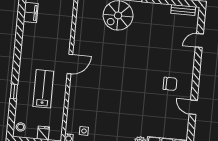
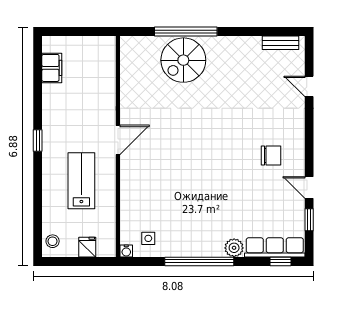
door: (199, 41) -> (309, 86), hinge flipped
window: (14, 91) -> (38, 140), moved
window: (191, 129) -> (309, 220), added

